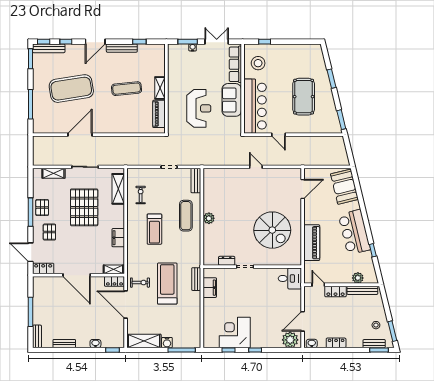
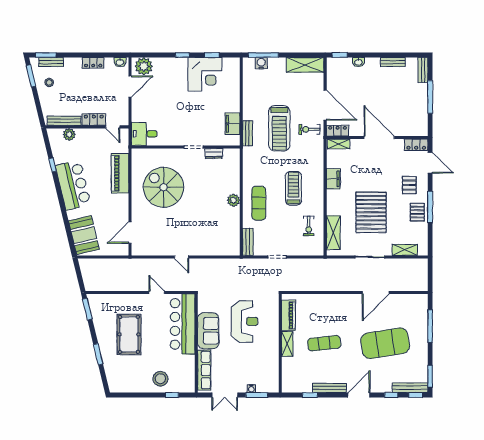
stool: (258, 63) -> (160, 379), moved
reception desk: (199, 108) -> (245, 321), turned 180
water cooler: (167, 343) -> (261, 63), moved

